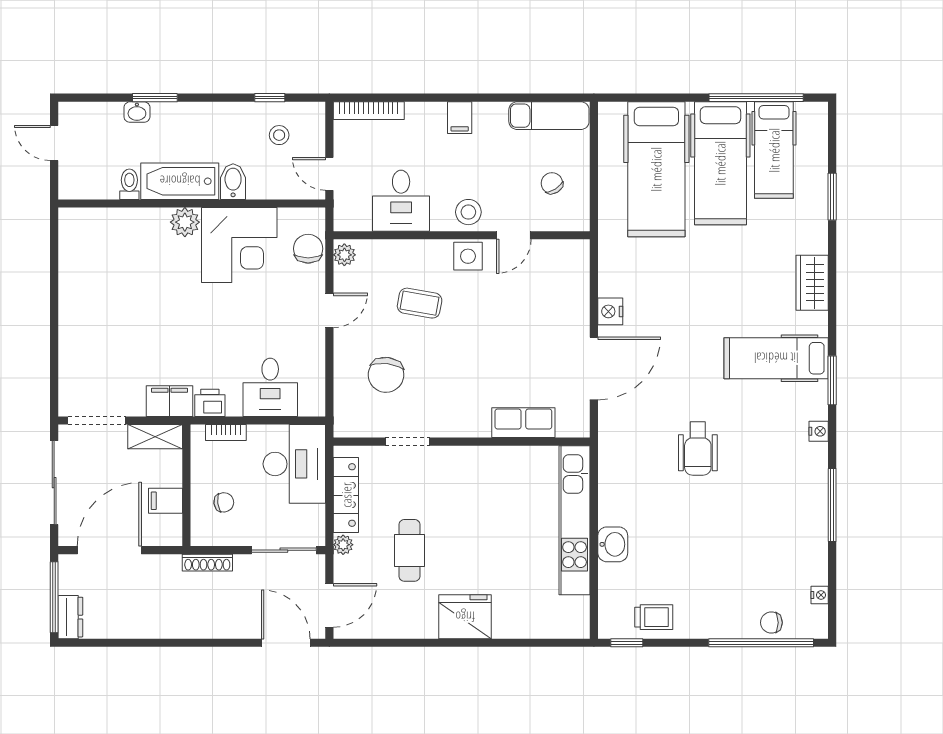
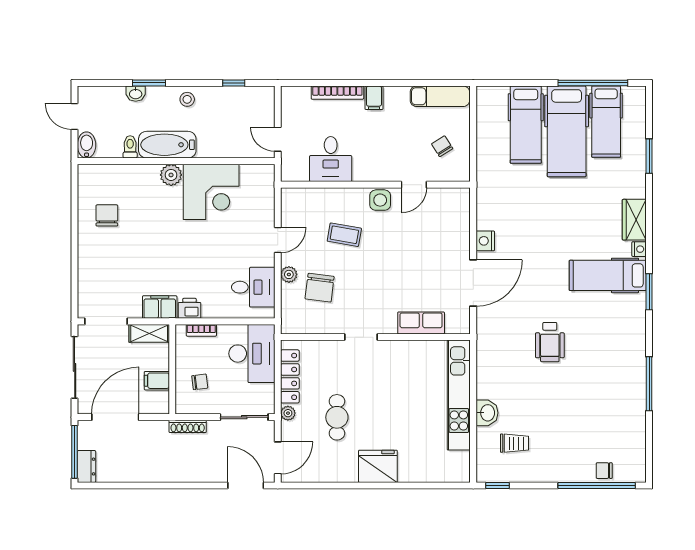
bookcase: (369, 111) -> (337, 93), moved
stool: (279, 135) -> (187, 99), moved
hospital bed: (656, 169) -> (526, 125), width x0.73, depth x0.78
bidet: (233, 182) -> (87, 145), moved
stool: (468, 212) -> (380, 167), removed
chair: (308, 249) -> (107, 215), moved
plant: (344, 255) -> (289, 274), moved
desk: (270, 387) -> (253, 287), moved, turned -90
nightstand: (819, 431) -> (639, 249), moved
doorway: (408, 442) -> (361, 337), moved
nightstand: (820, 595) -> (640, 450), removed
trolley: (654, 617) -> (514, 443), moved

